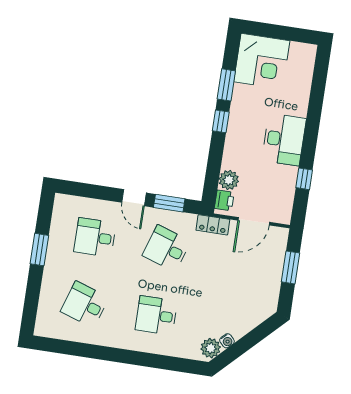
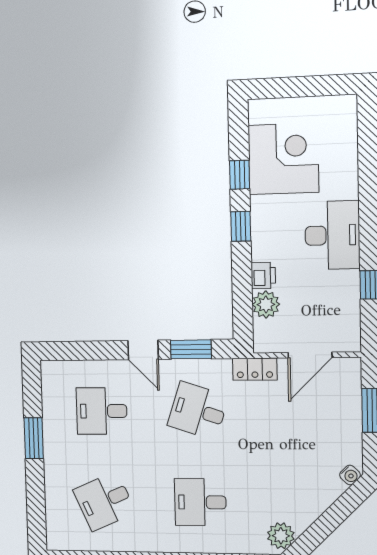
corner desk: (262, 61) -> (283, 159), moved, turned -90
window: (226, 85) -> (240, 175), width x0.67
printer: (224, 200) -> (263, 276), moved
desk: (85, 304) -> (104, 501), turned -42
water cooler: (227, 341) -> (350, 475), moved

